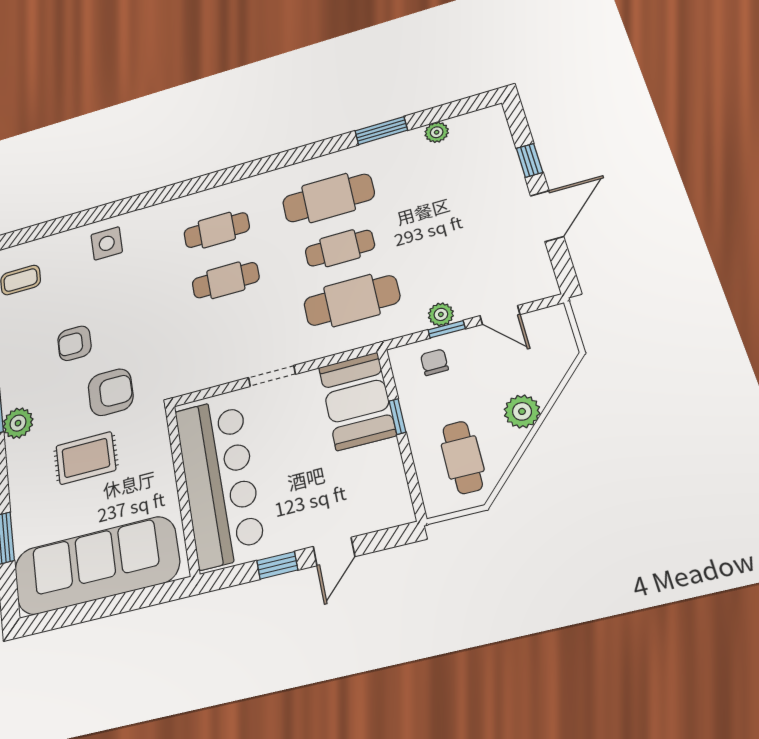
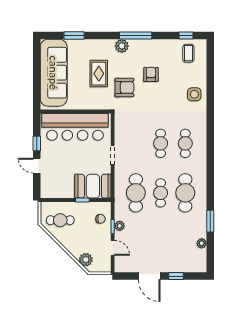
door: (500, 315) -> (113, 248), swing flipped
armchair: (111, 392) -> (124, 87), turned -90
plant: (522, 411) -> (86, 260), moved

